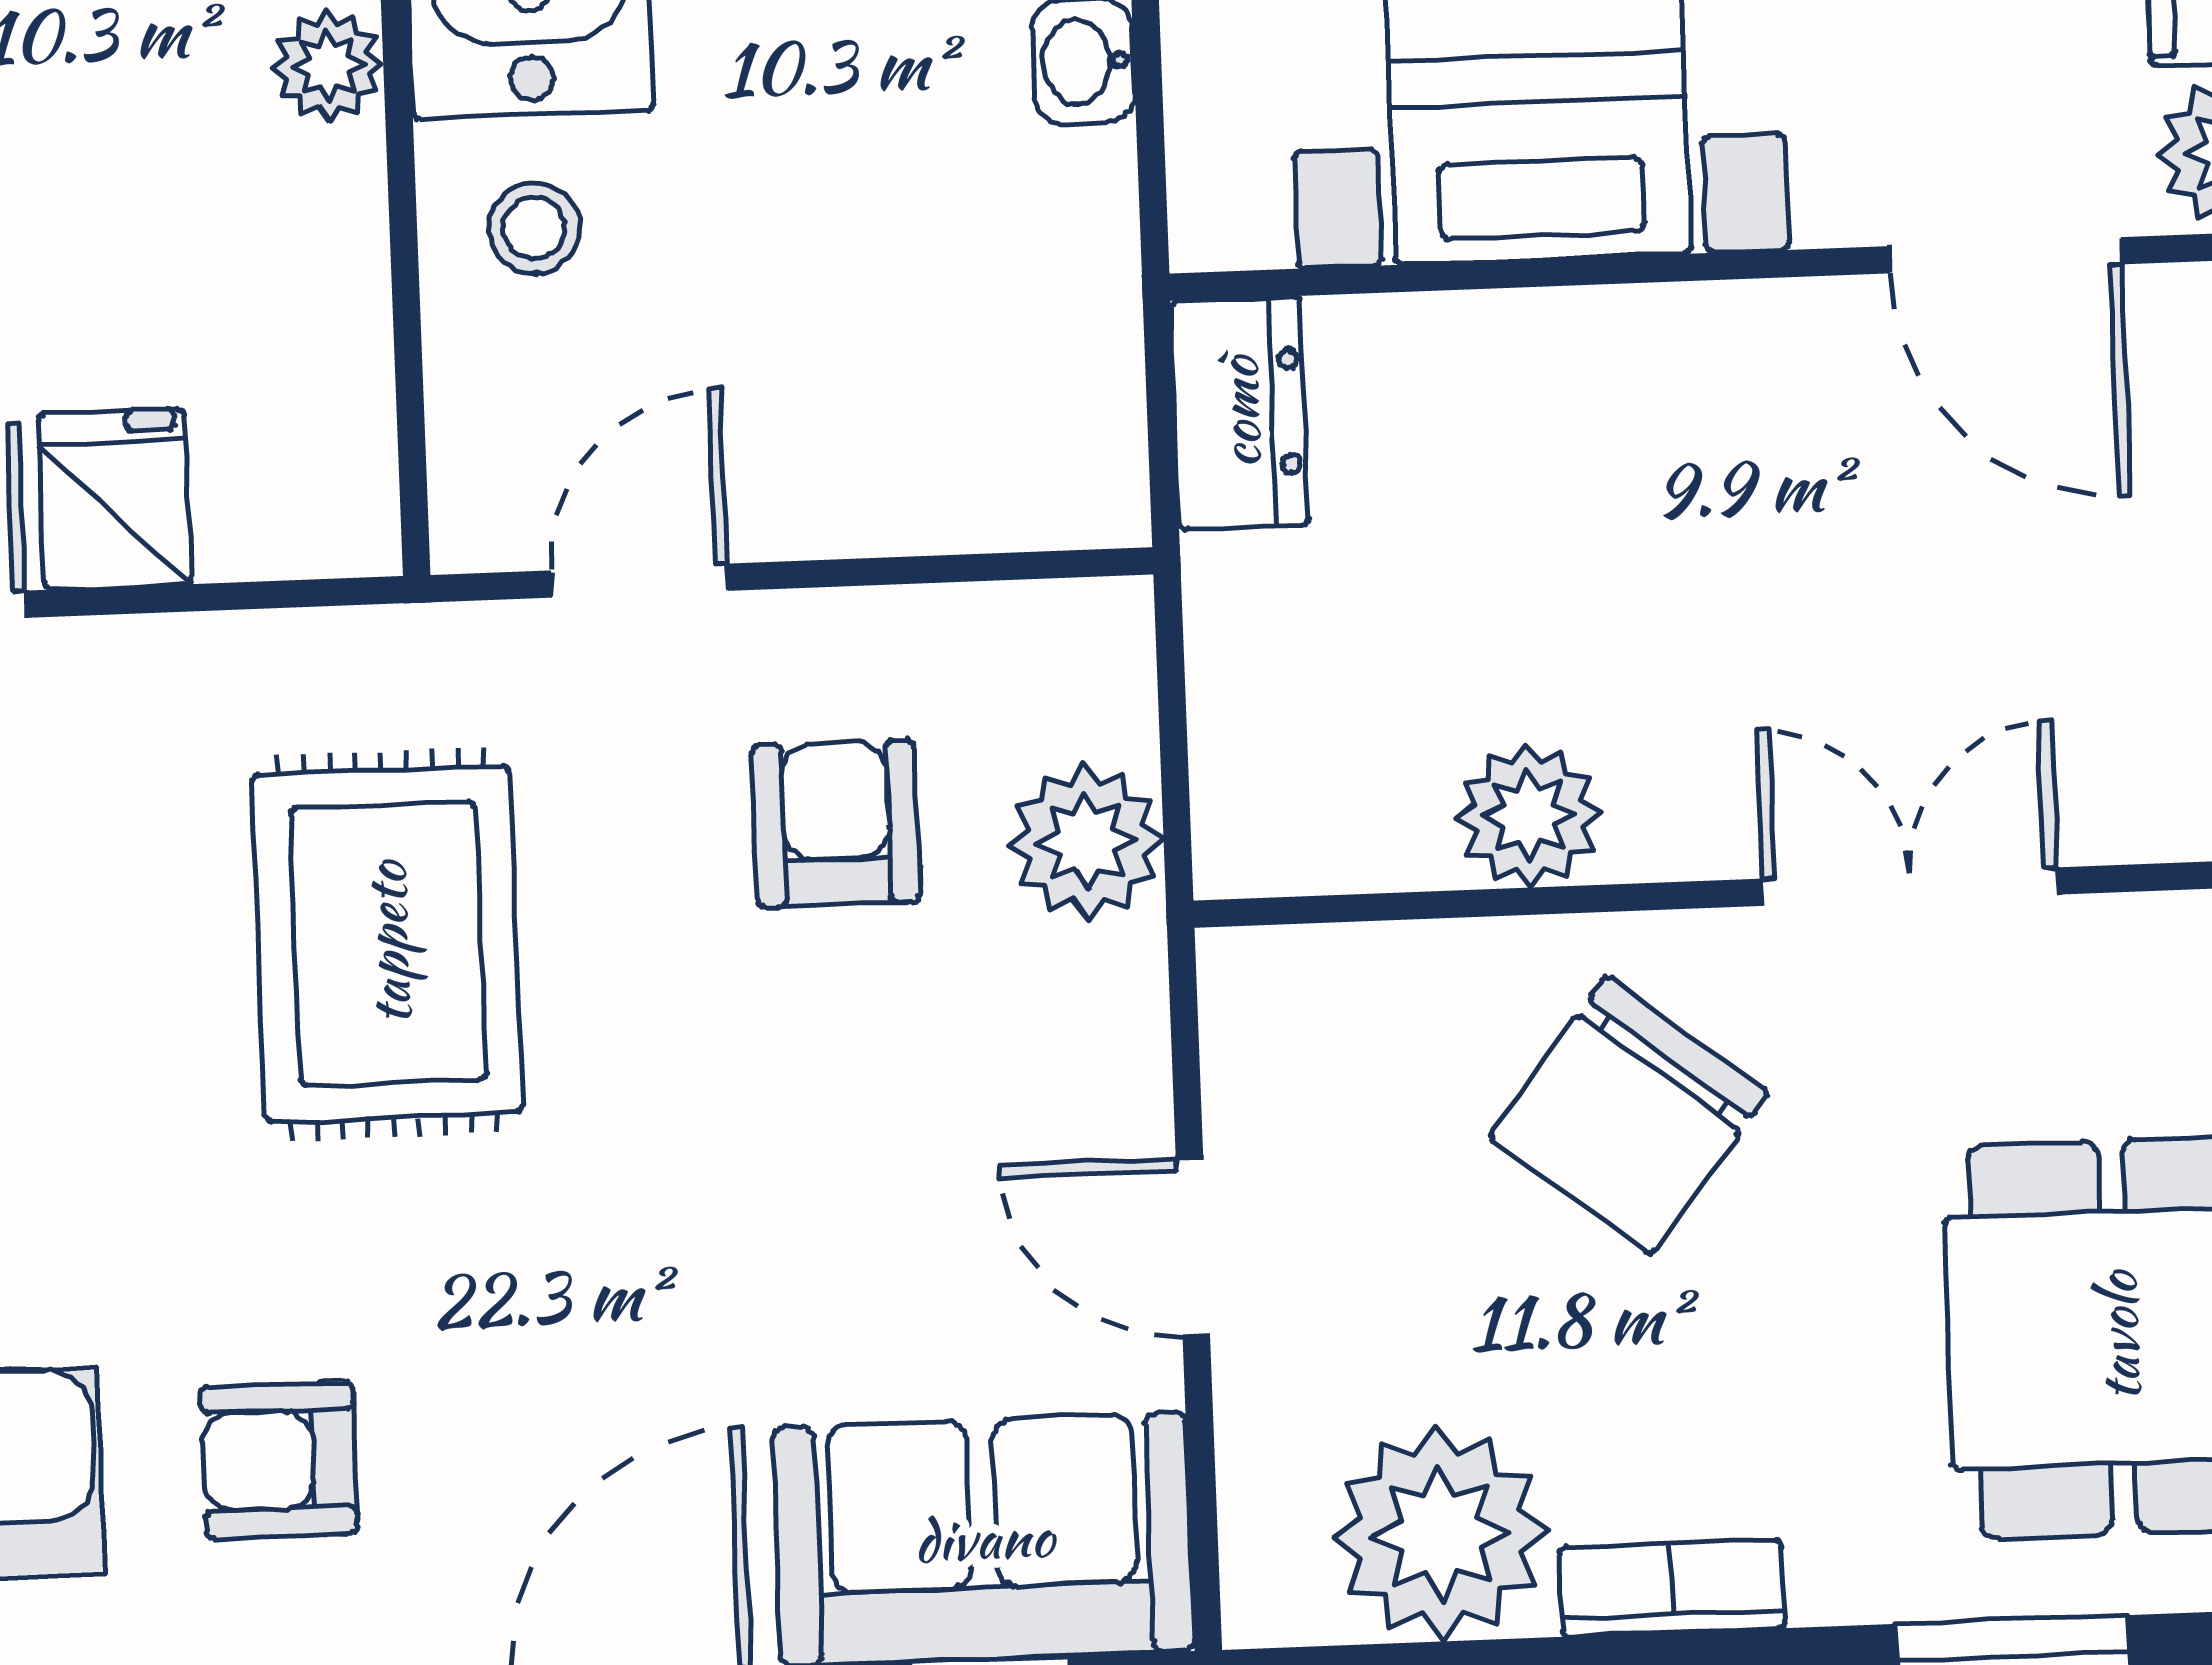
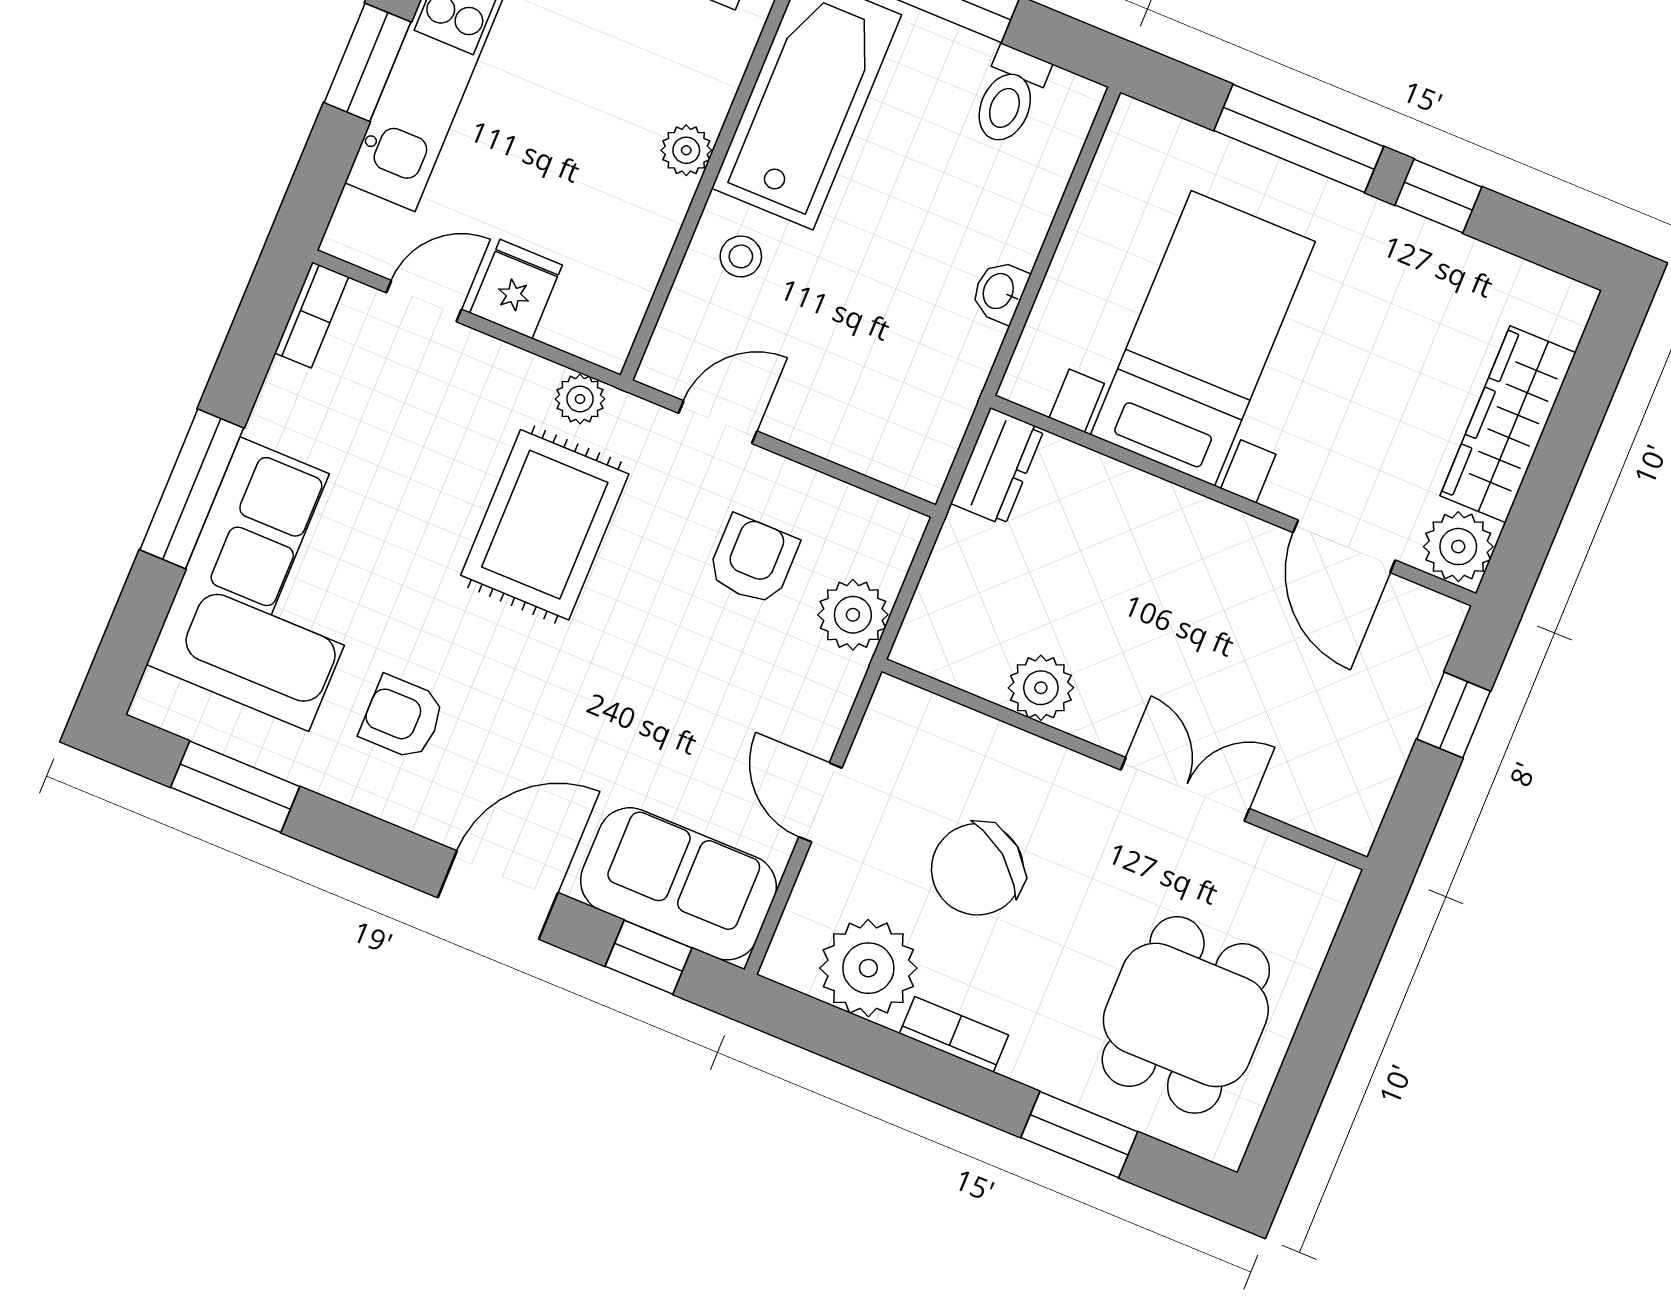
plant: (343, 660) -> (580, 399), added
chair: (1629, 1115) -> (977, 869), moved

